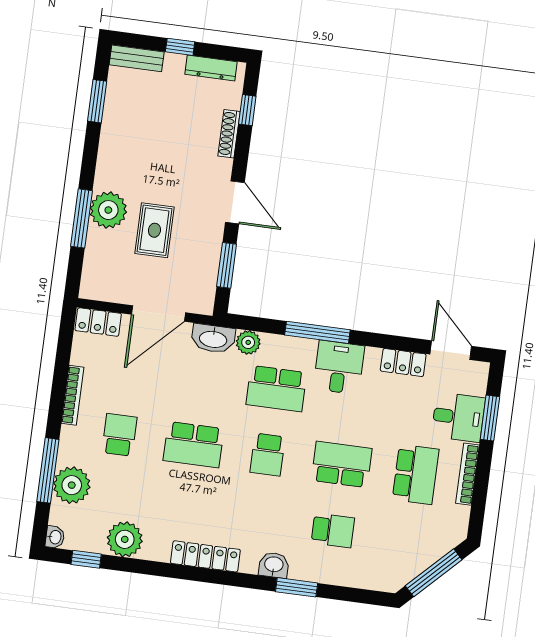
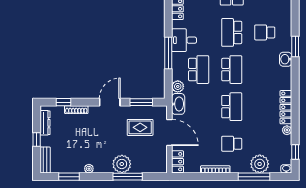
plant: (108, 143) -> (89, 169), added
rug: (154, 230) -> (140, 127), moved
school desk: (268, 455) -> (232, 70), width x1.85
school desk: (333, 530) -> (265, 32), turned -90
plant: (125, 539) -> (287, 130), width x0.53, depth x0.53
locker: (205, 556) -> (286, 107), moved

